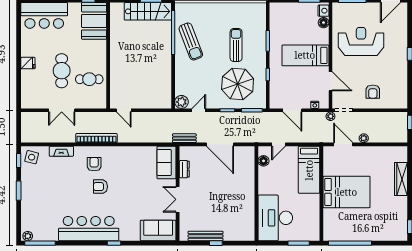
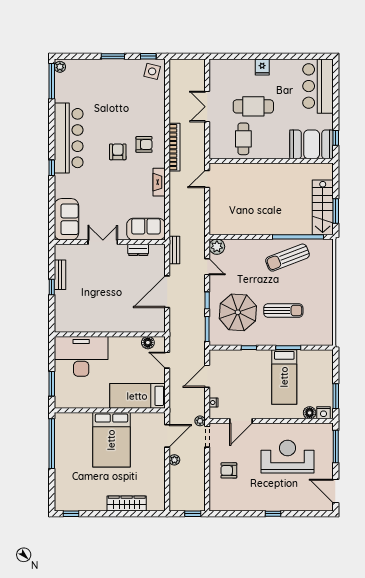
reception desk: (361, 41) -> (288, 457), turned -90
bed: (305, 55) -> (284, 377), moved, turned 180
fireplace: (61, 151) -> (159, 182), moved
bench: (206, 236) -> (60, 275), width x0.73

